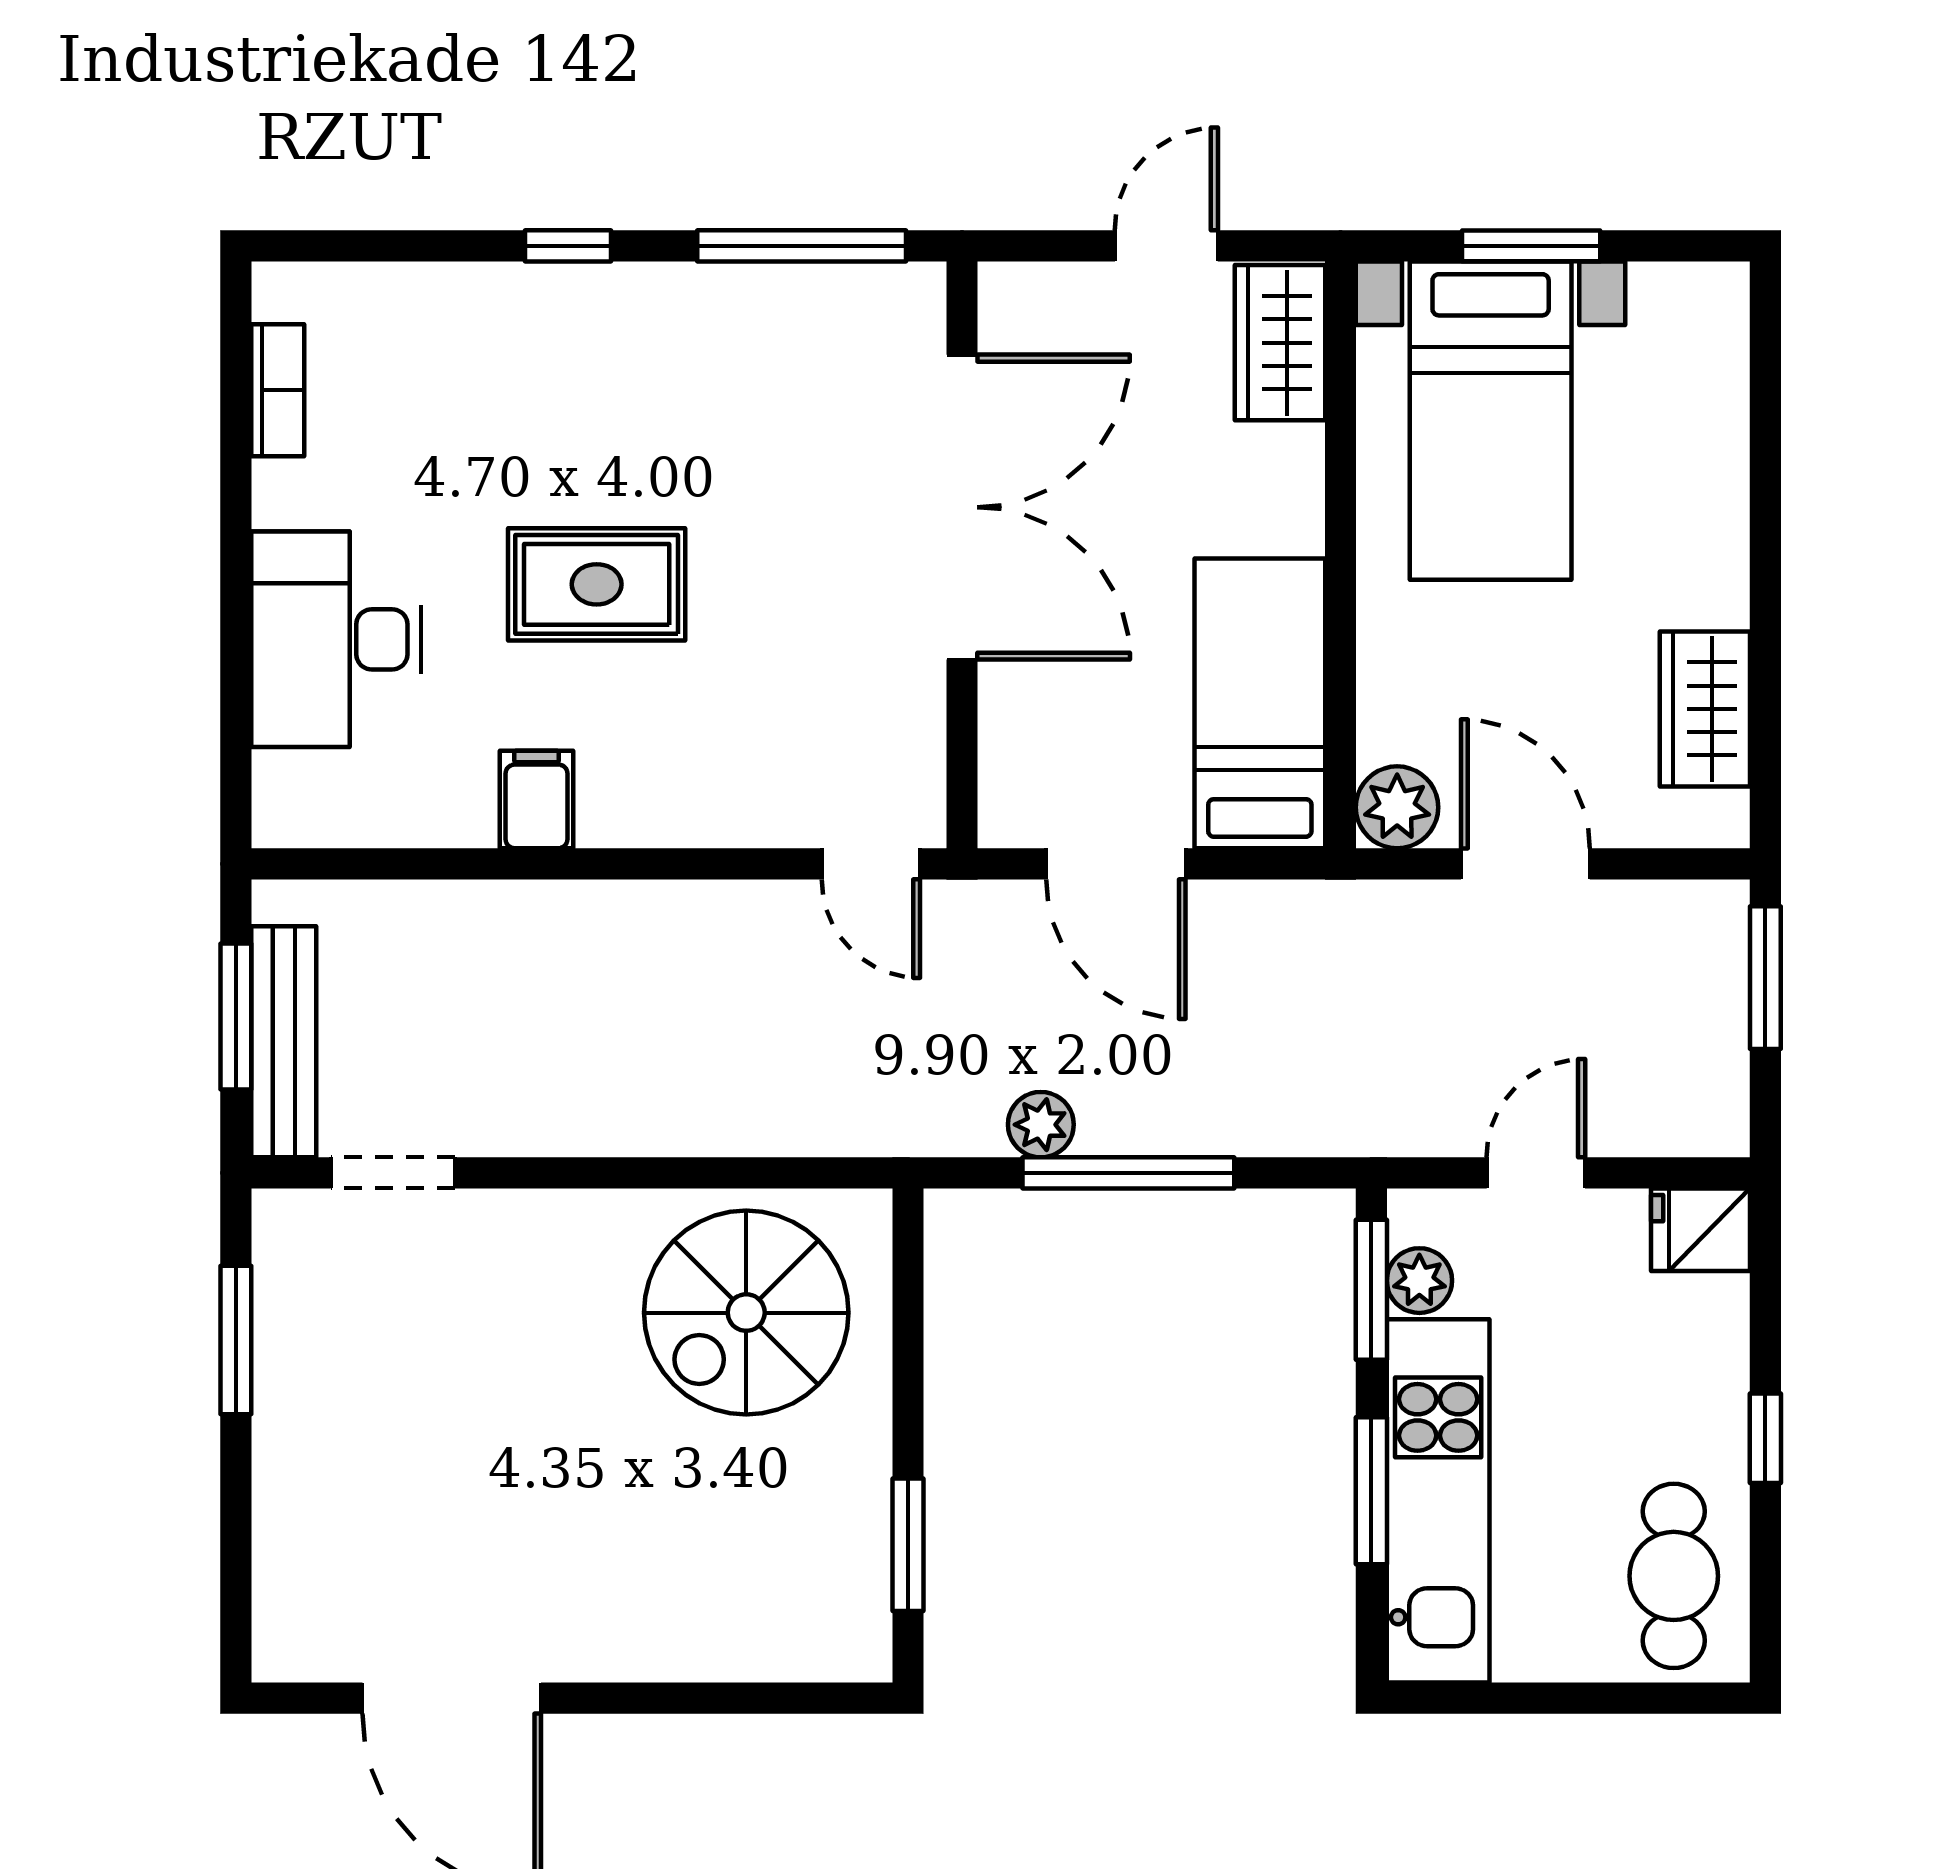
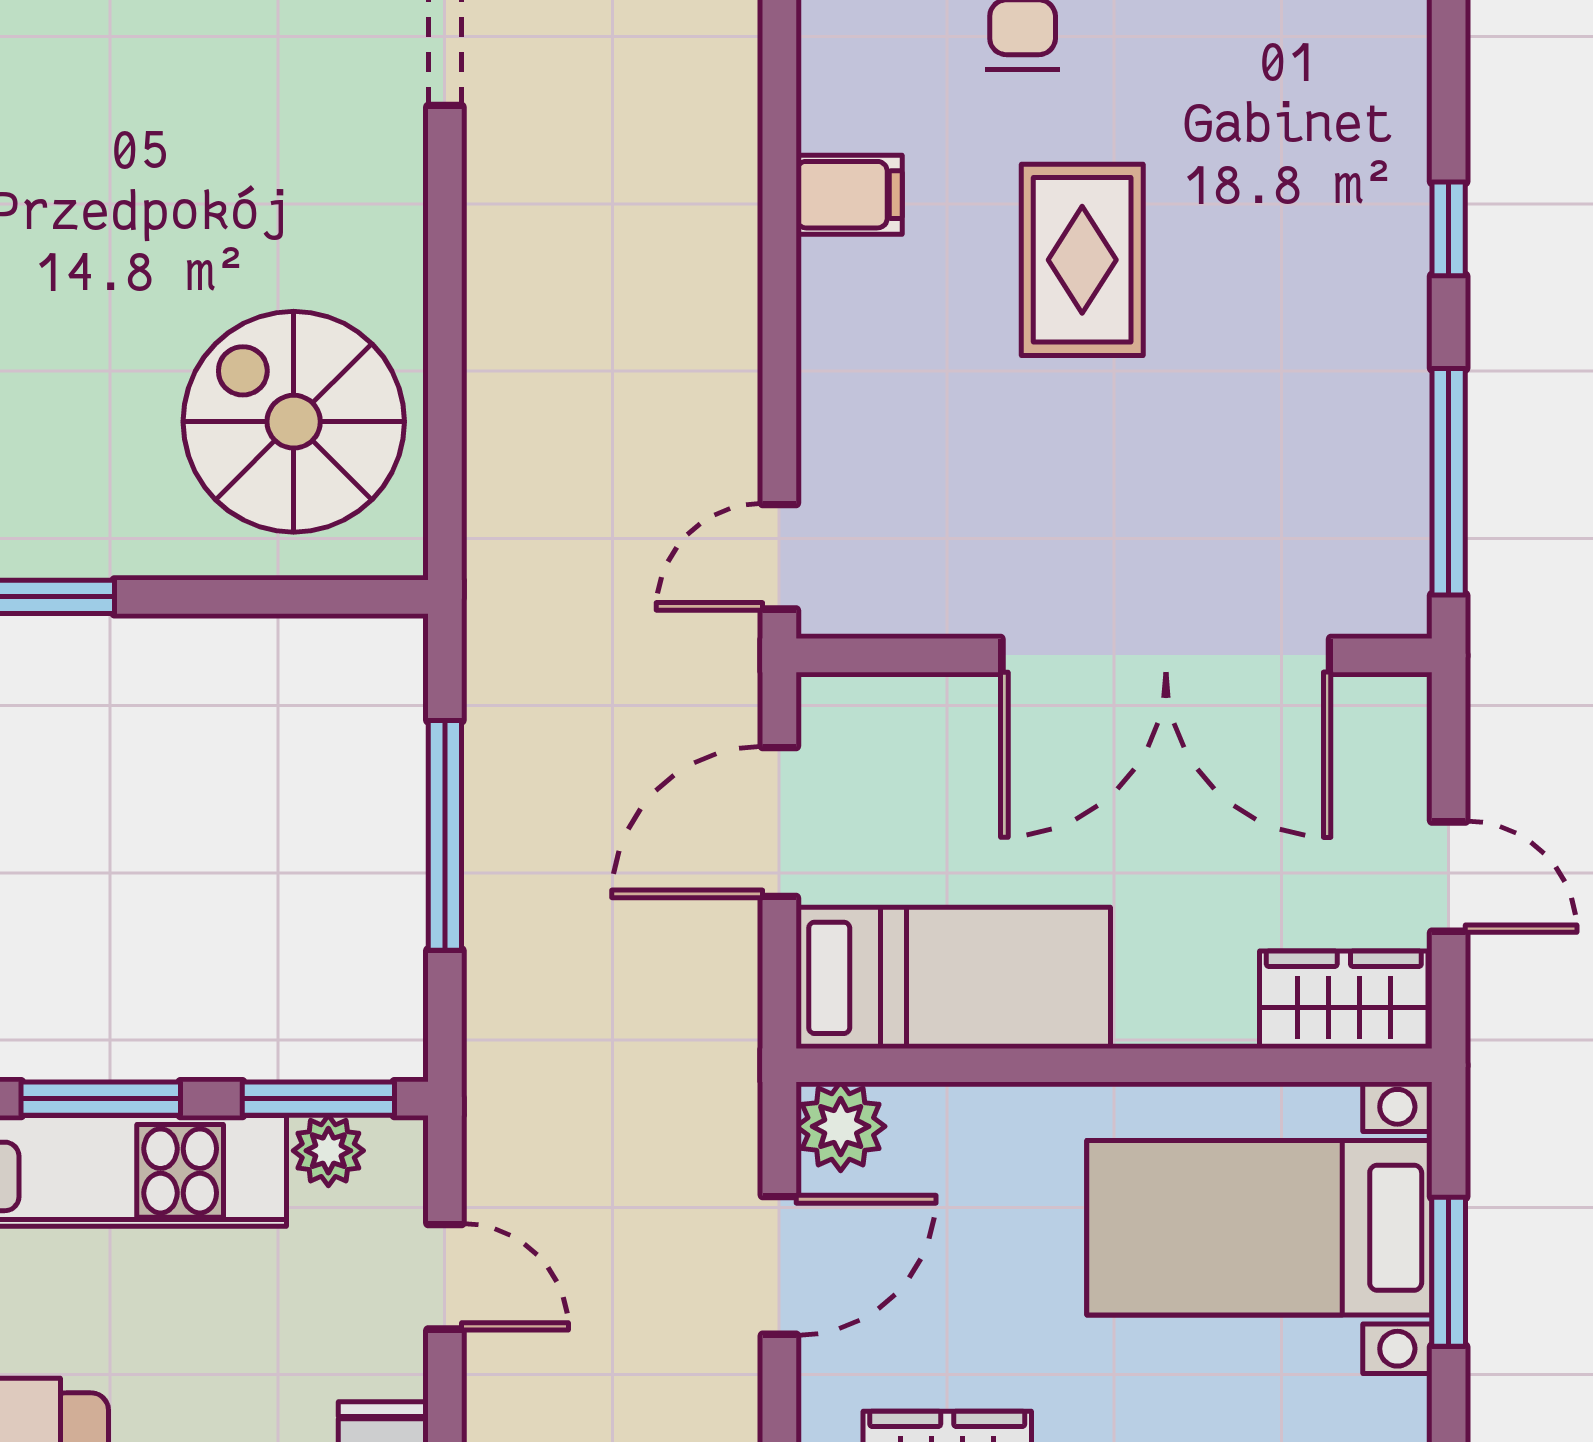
plant: (1041, 1125) -> (497, 741), removed

